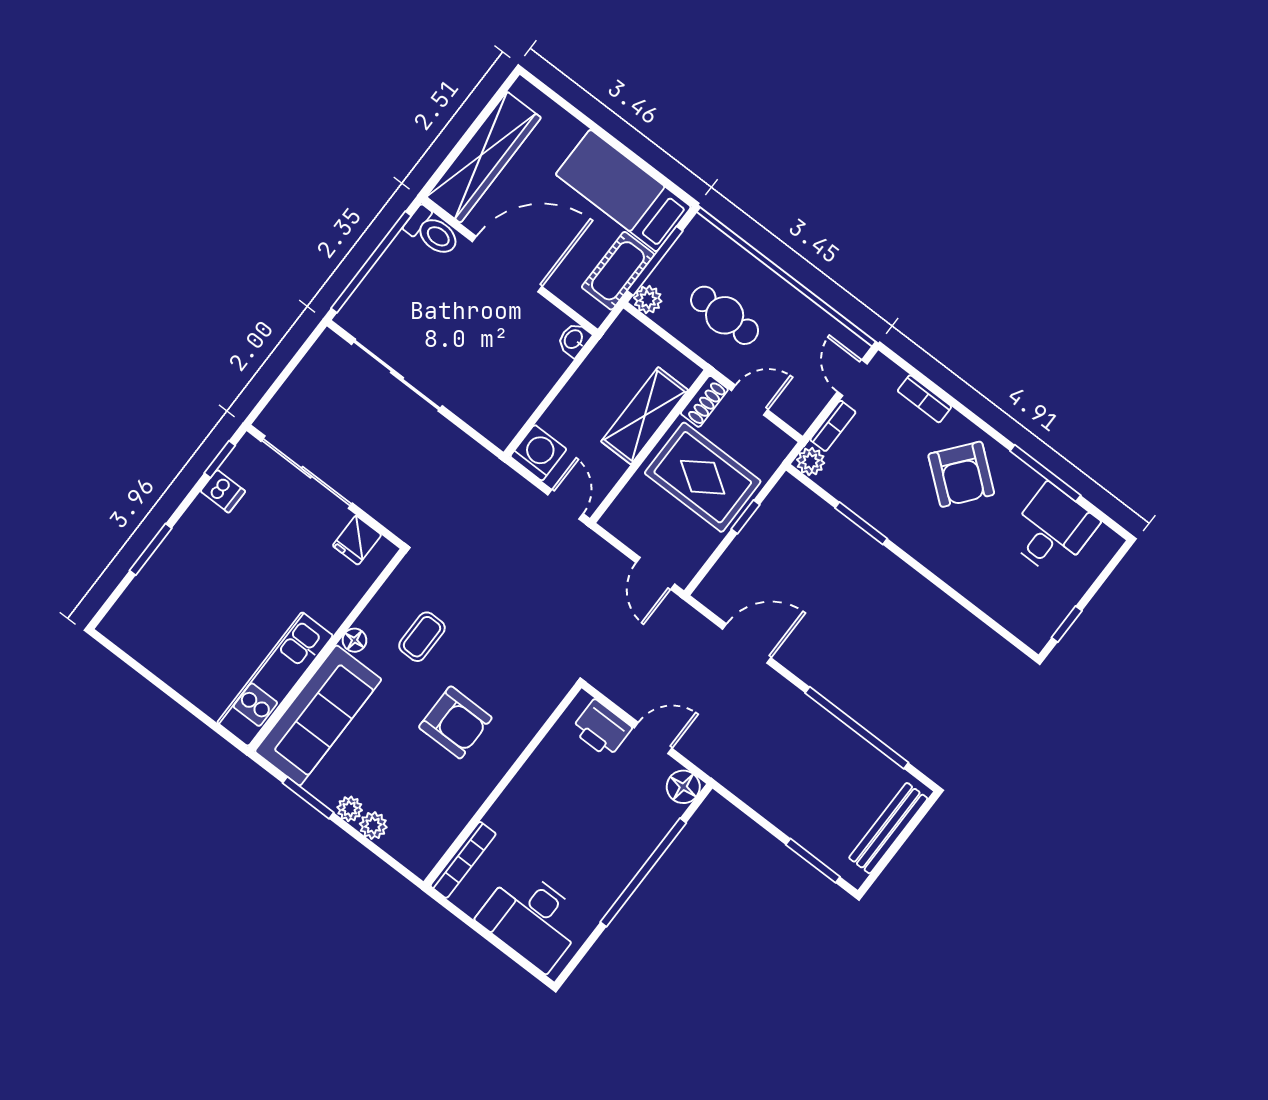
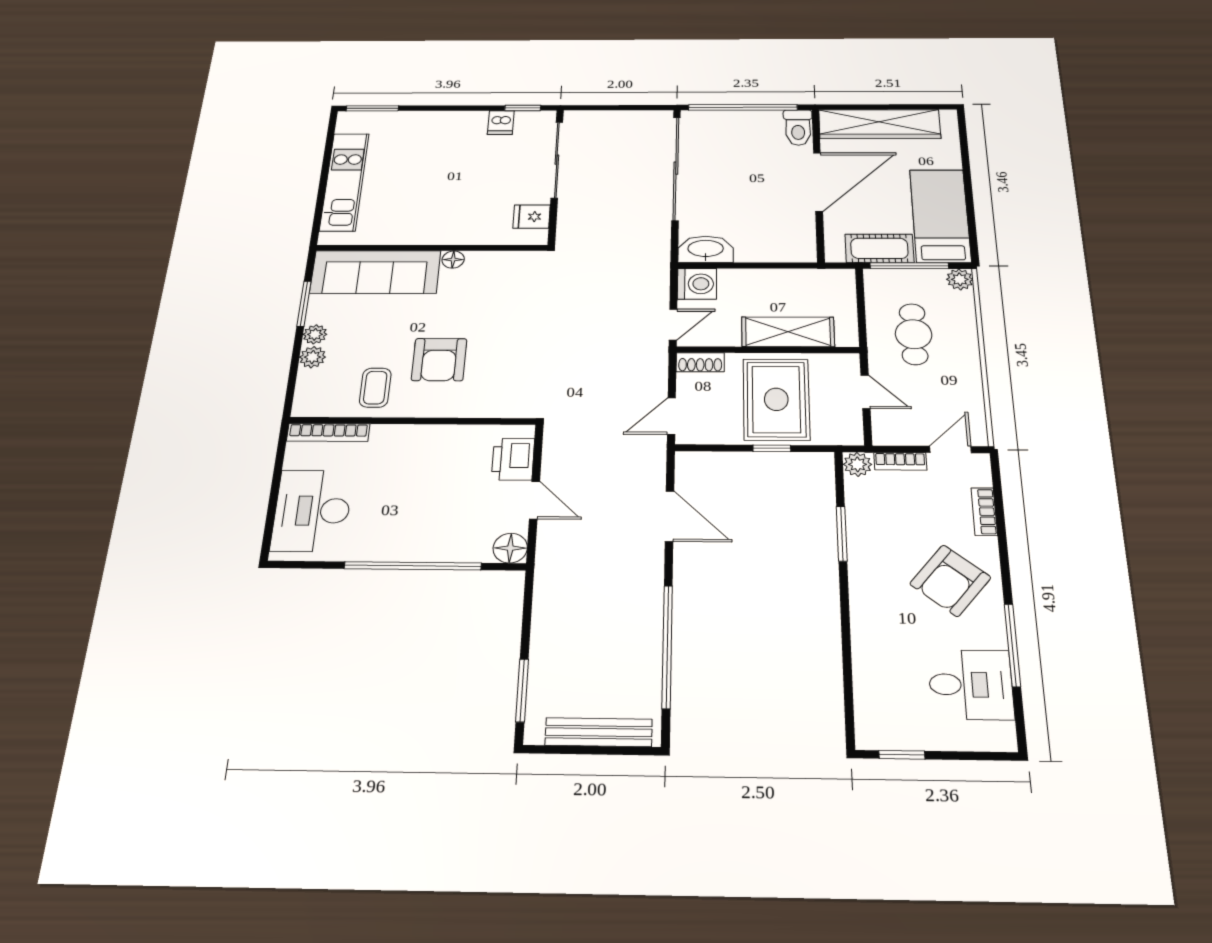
door: (507, 264) -> (818, 182), hinge flipped
plant: (648, 300) -> (960, 279), moved
washbasin: (574, 340) -> (706, 249), moved, width x1.91, depth x1.45
sliding door: (397, 375) -> (676, 168), width x1.36
shoe rack: (704, 401) -> (700, 362), moved
window: (151, 549) -> (372, 108), moved
coffee table: (422, 637) -> (375, 388), moved, turned 90
kitchen unit: (275, 679) -> (344, 182), moved, turned 90

